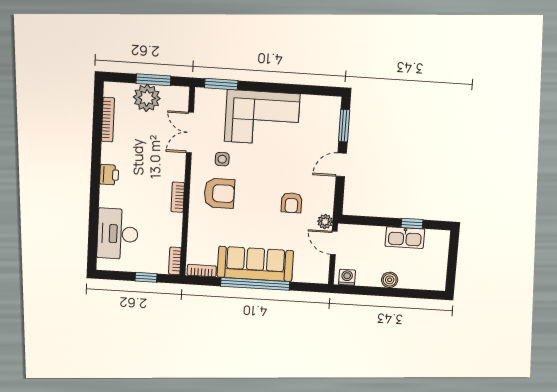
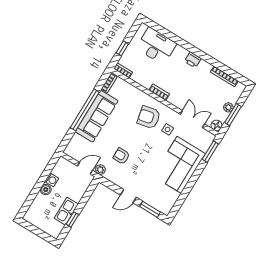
floor lamp: (181, 95) -> (216, 125), added
plant: (147, 98) -> (228, 107), width x0.53, depth x0.53
door: (341, 165) -> (128, 196), swing flipped
armchair: (219, 193) -> (149, 117), turned 78
washing machine: (347, 277) -> (52, 180), moved

